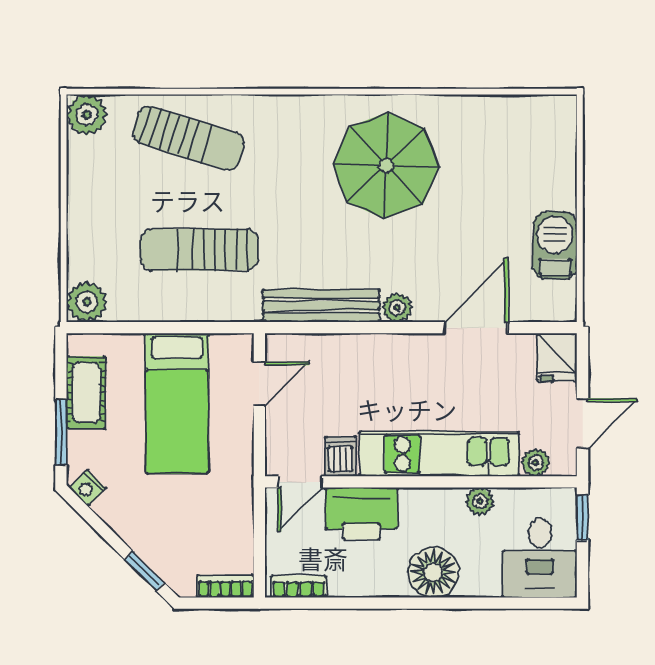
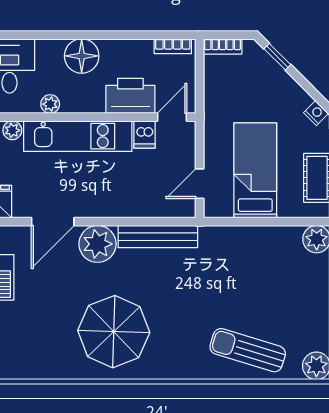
sun lounger: (199, 250) -> (240, 275), removed
plant: (397, 308) -> (98, 244), width x1.87, depth x1.87

